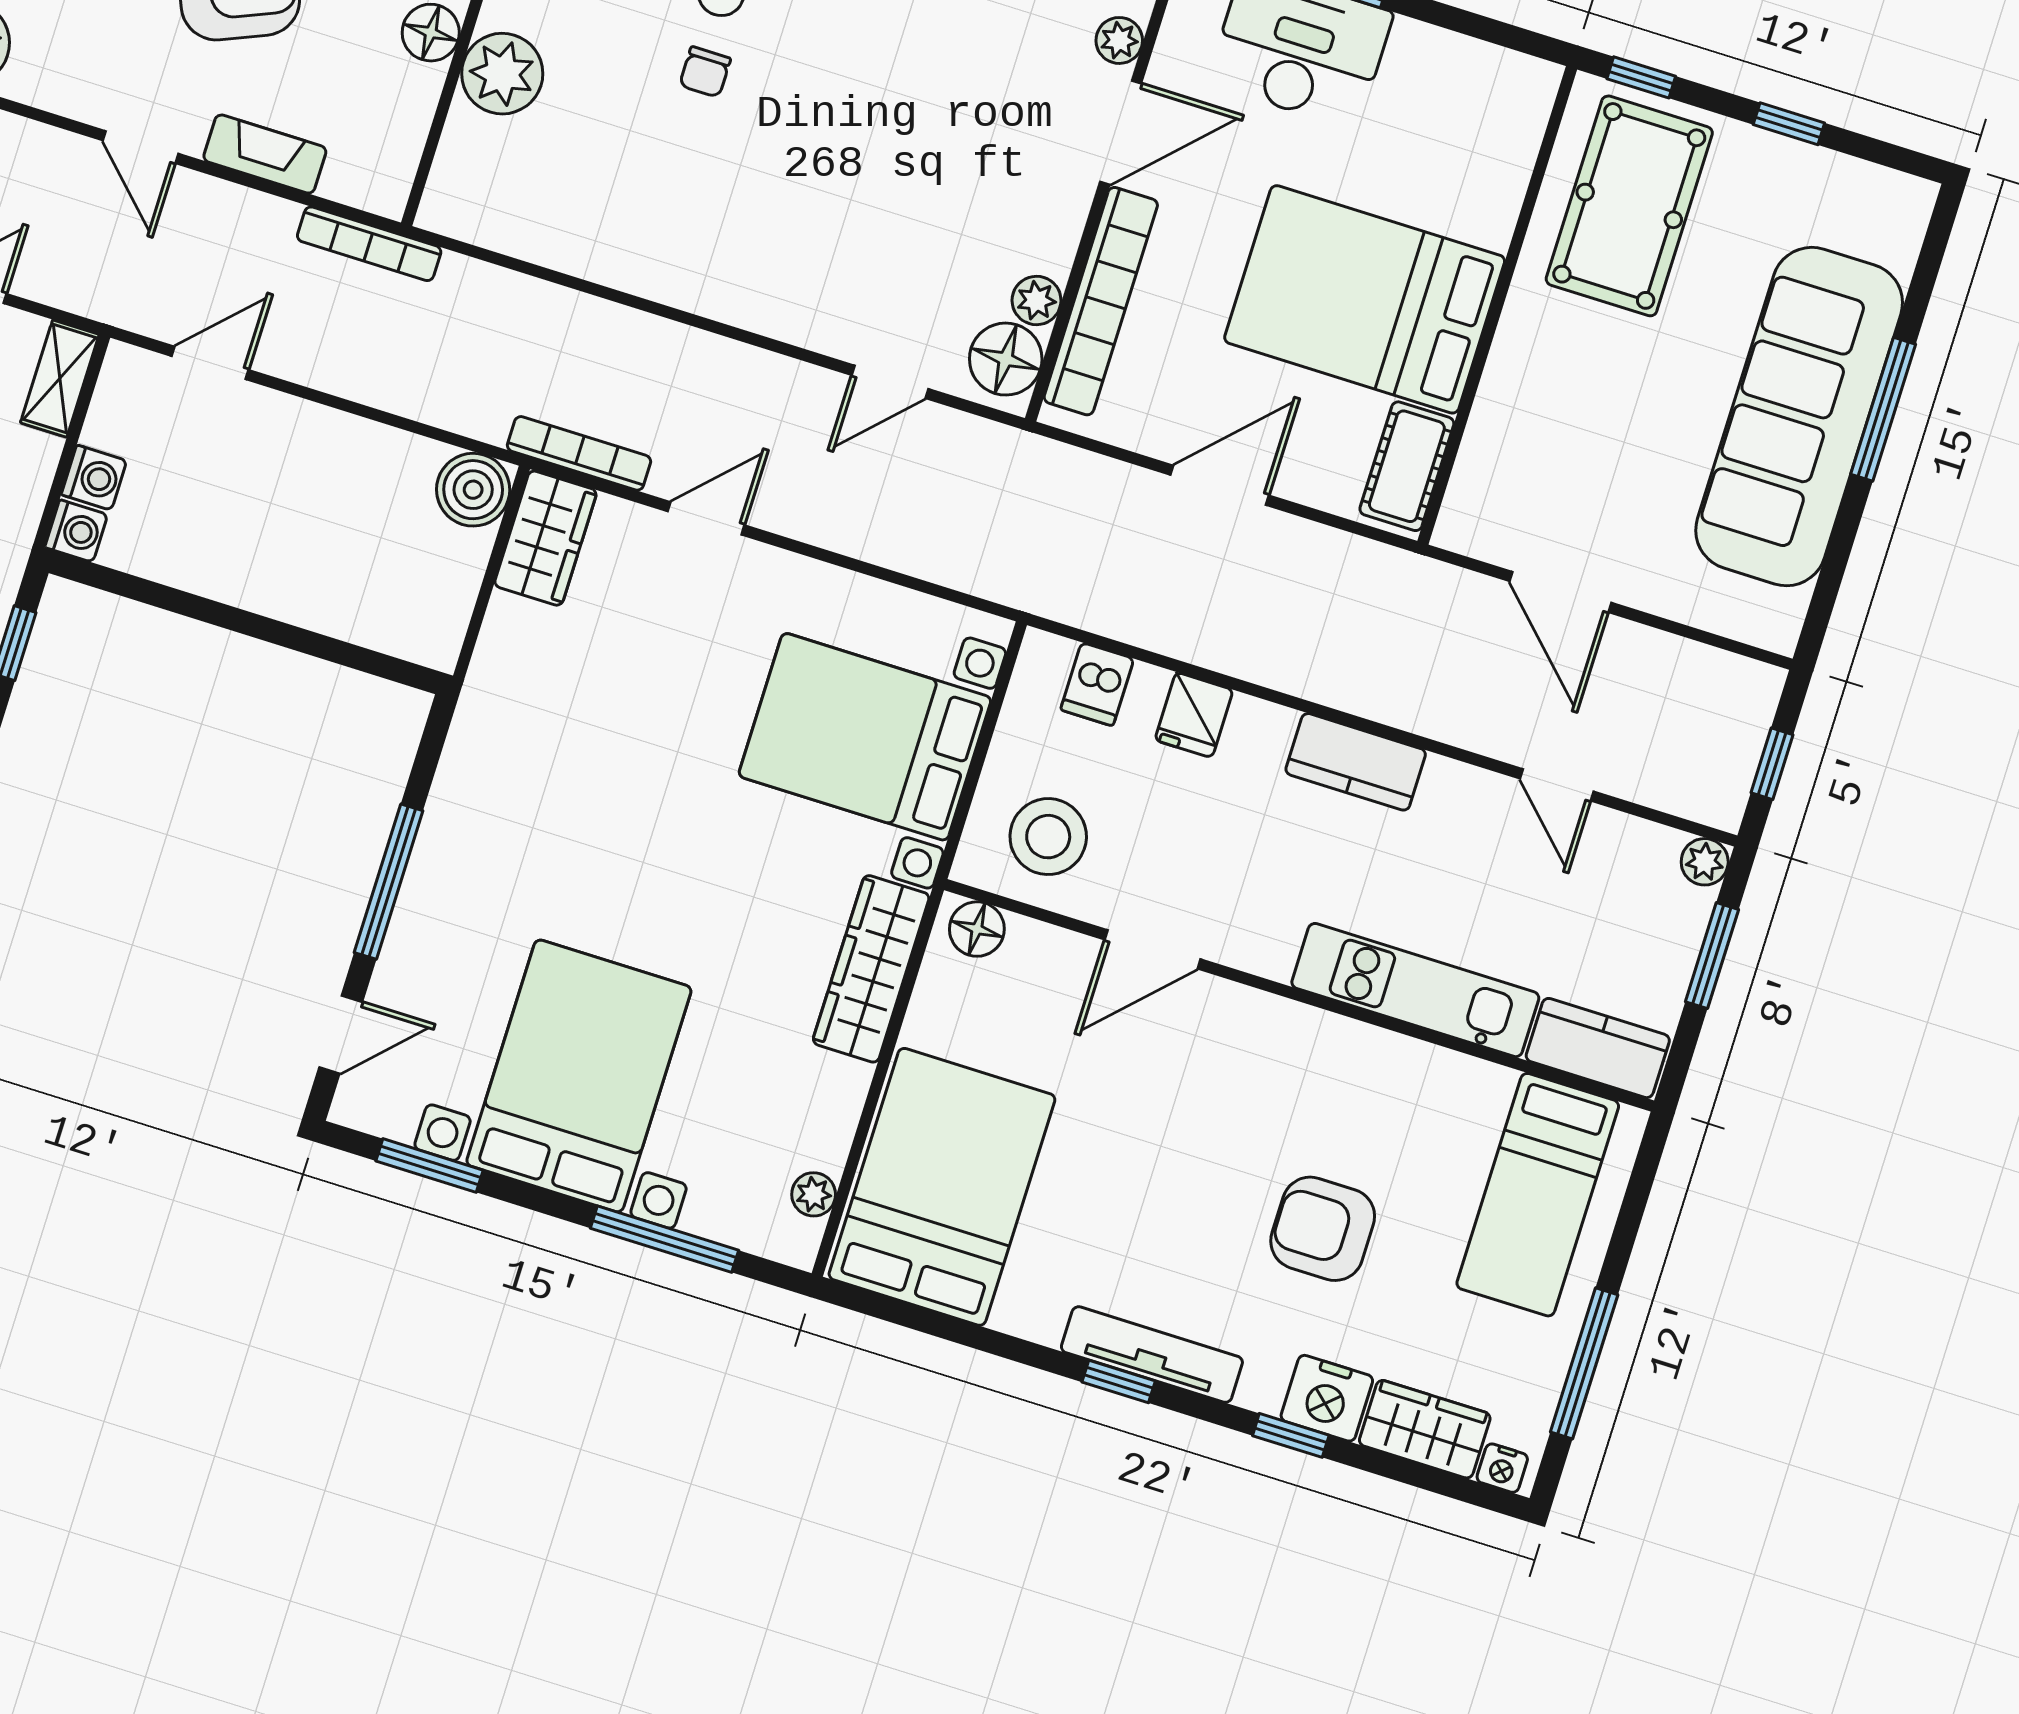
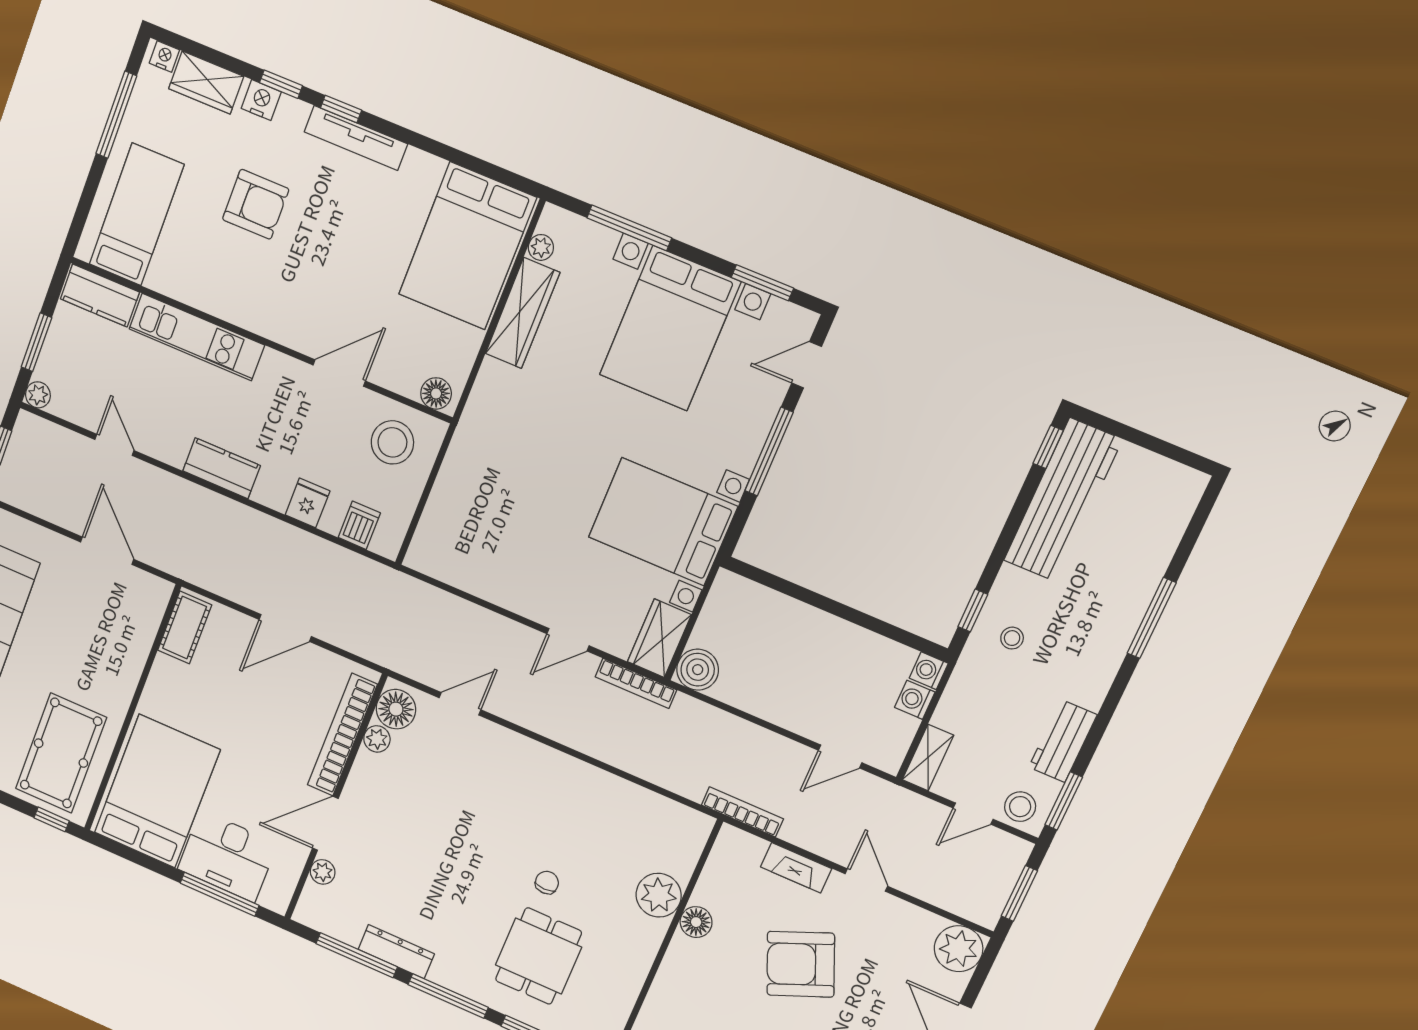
bed: (1365, 299) -> (157, 791), moved, turned -90
bed with nightstands: (865, 737) -> (663, 522), moved, turned 180
wardrobe: (871, 969) -> (522, 313), moved
window: (1119, 1382) -> (341, 109), moved
nightstand: (1327, 1398) -> (261, 100), width x0.74, depth x0.75

